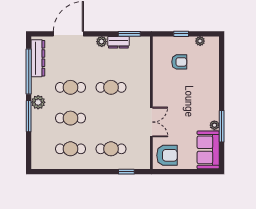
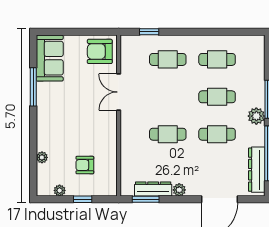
dresser: (118, 42) -> (153, 189), width x1.44
plant: (214, 125) -> (42, 157), moved

